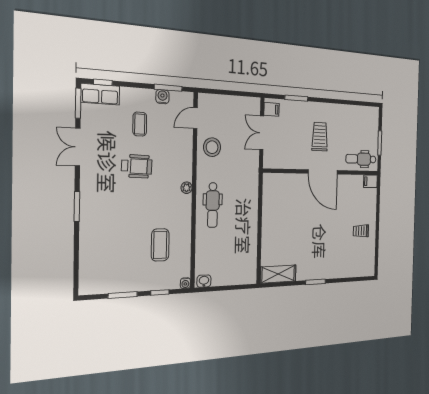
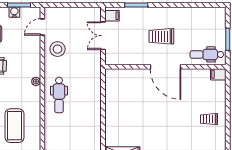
trolley: (320, 137) -> (161, 36), turned -90
coffee table: (160, 245) -> (15, 126), width x1.36, depth x1.32

